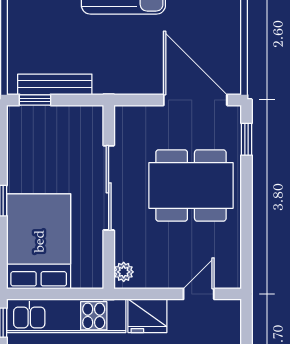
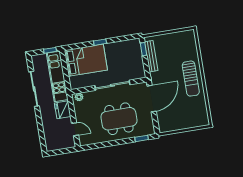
door: (195, 100) -> (152, 99), moved
dining table: (191, 185) -> (119, 119), turned 90

